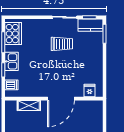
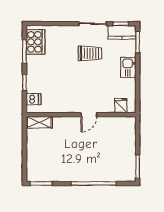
kitchen sink: (12, 61) -> (128, 67), moved, turned 180
door: (61, 99) -> (89, 115), width x0.53
shelving: (29, 106) -> (39, 122), moved

